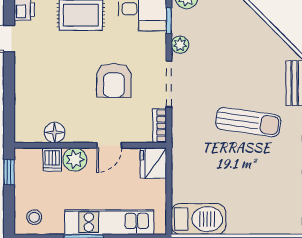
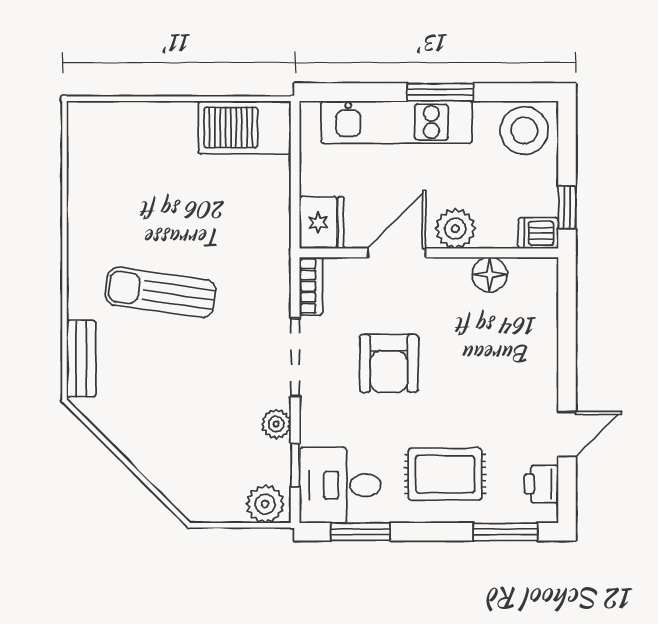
armchair: (114, 80) -> (389, 363), turned 180
door: (109, 145) -> (397, 253), width x1.38
dishwasher: (52, 159) -> (538, 233), moved, turned -90
stool: (34, 217) -> (524, 130), width x1.89, depth x1.89

